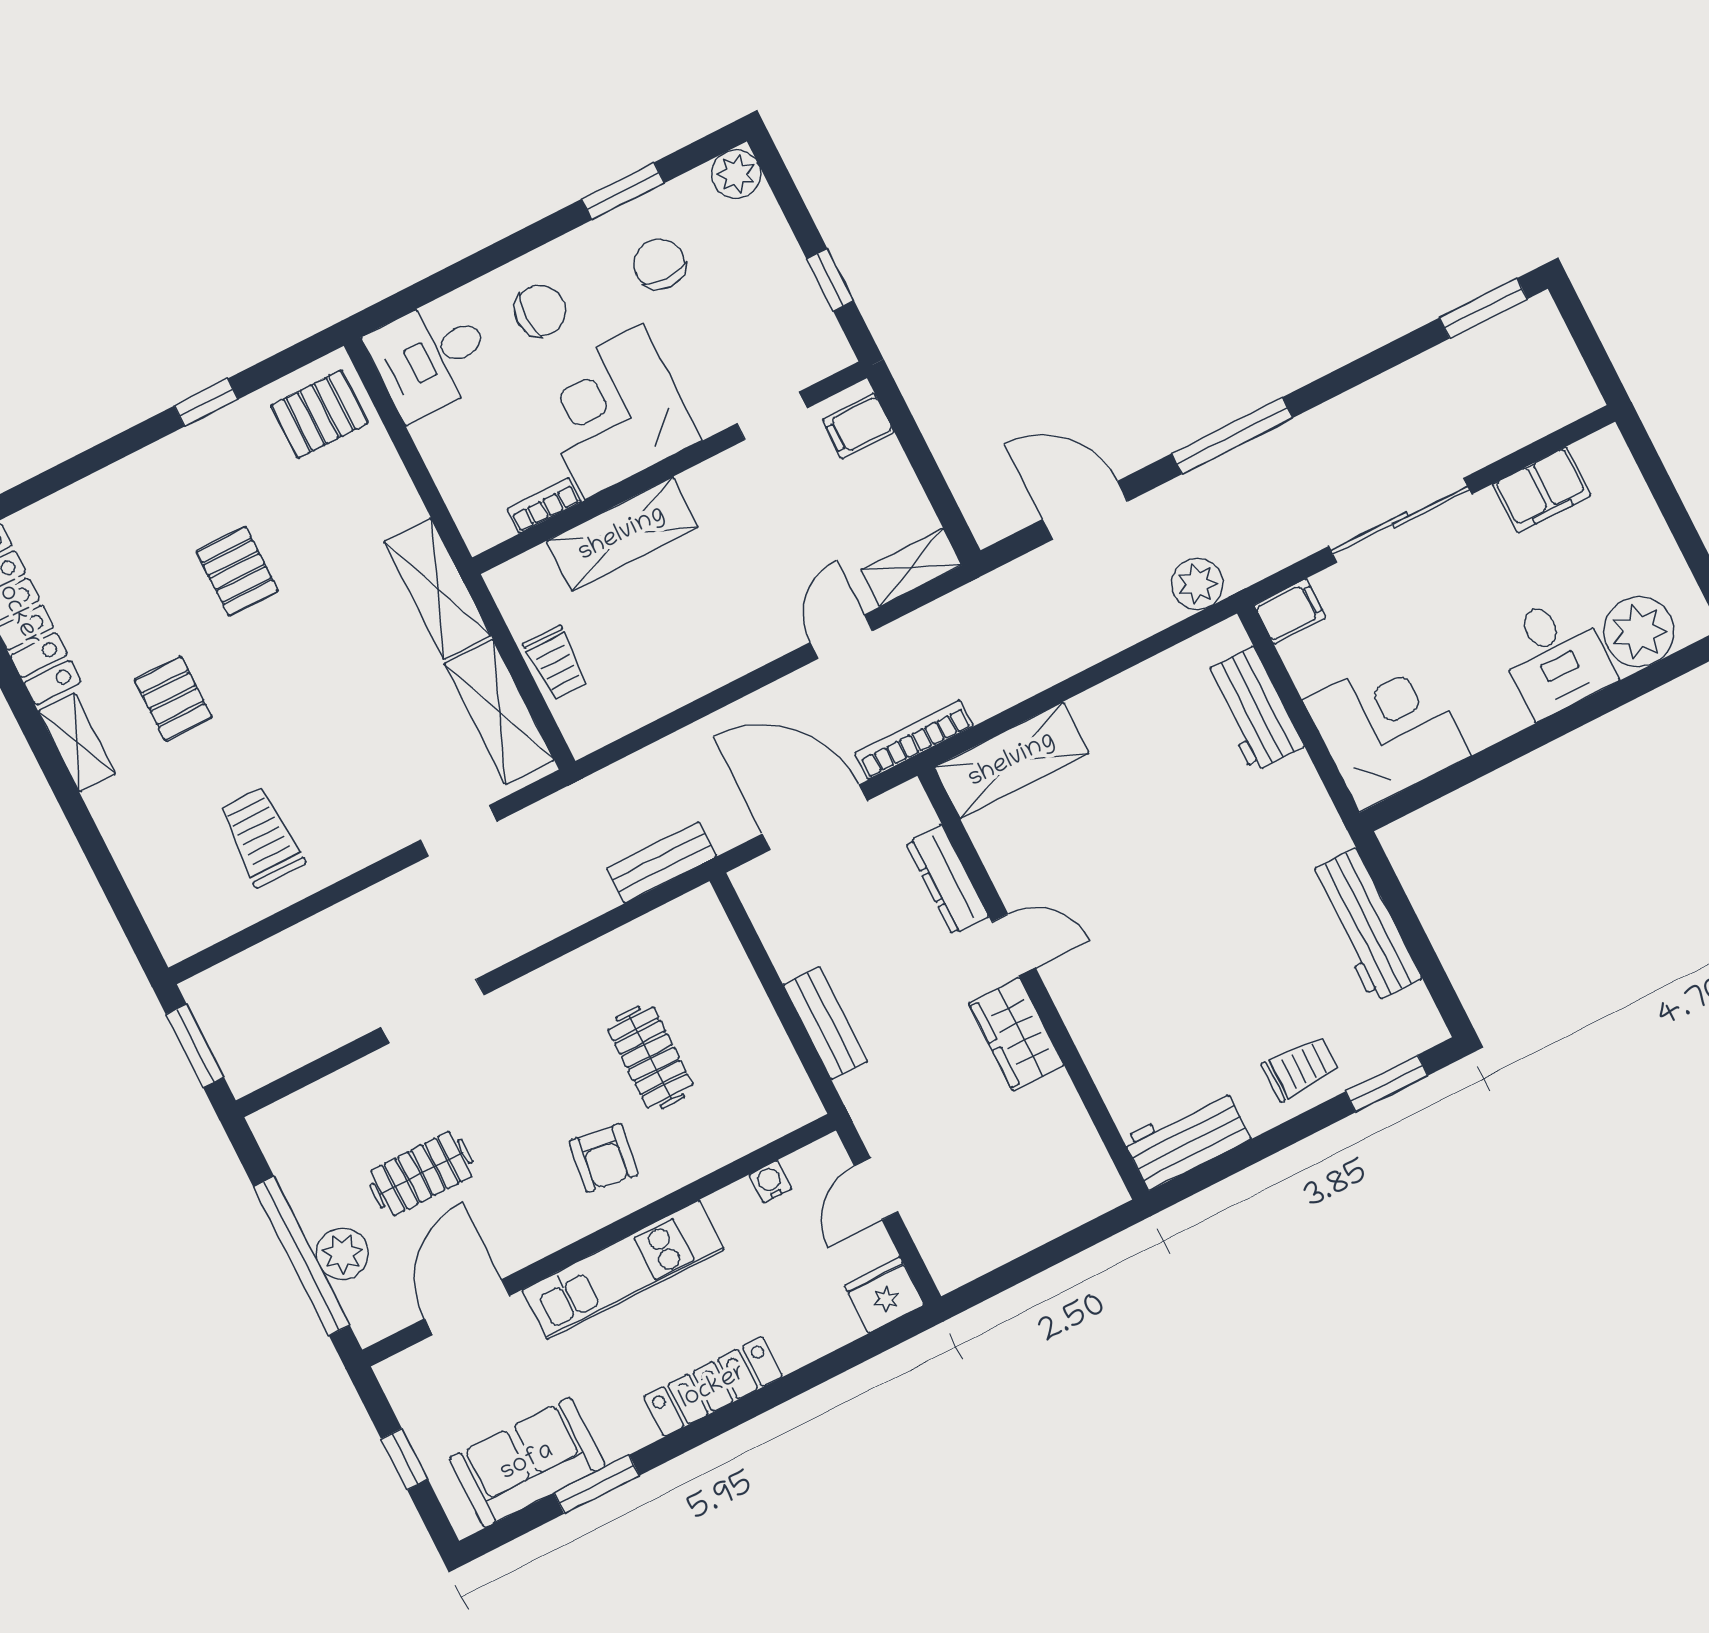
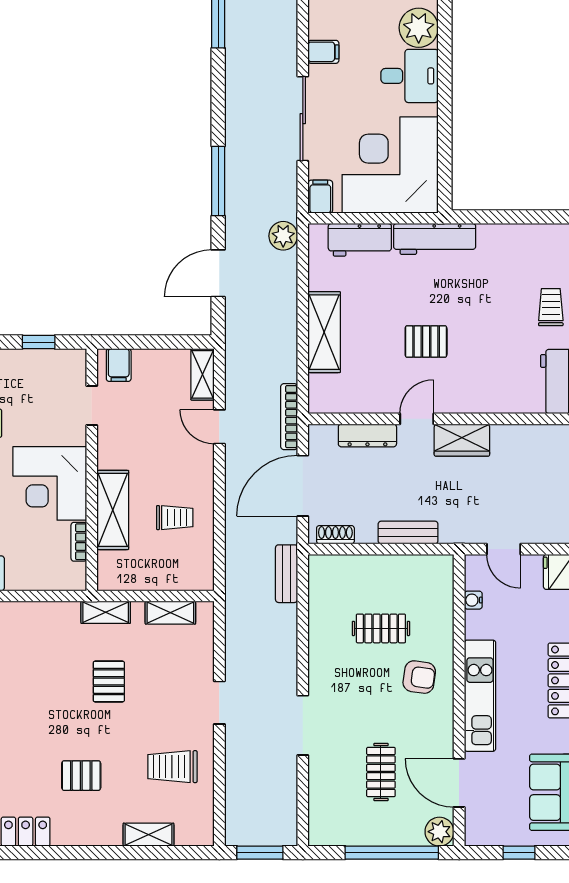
filing cabinet: (1542, 490) -> (323, 52), width x0.50
pallet: (237, 571) -> (109, 682), moved, turned 90
shelving: (437, 589) -> (106, 612), width x0.67, depth x0.75
trolley: (556, 663) -> (175, 518), moved
shelving: (499, 712) -> (170, 613), width x0.67, depth x0.75
corner desk: (1387, 728) -> (390, 165), width x1.36, depth x1.36
shelving: (77, 742) -> (148, 835), moved
shelving: (1012, 760) -> (324, 332), moved
doorway: (459, 831) -> (219, 703), moved
pallet: (1144, 897) -> (426, 342), added
shoe rack: (763, 909) -> (335, 535), added
workbench: (1364, 925) -> (435, 239), moved
plant: (342, 1254) -> (439, 832), moved

